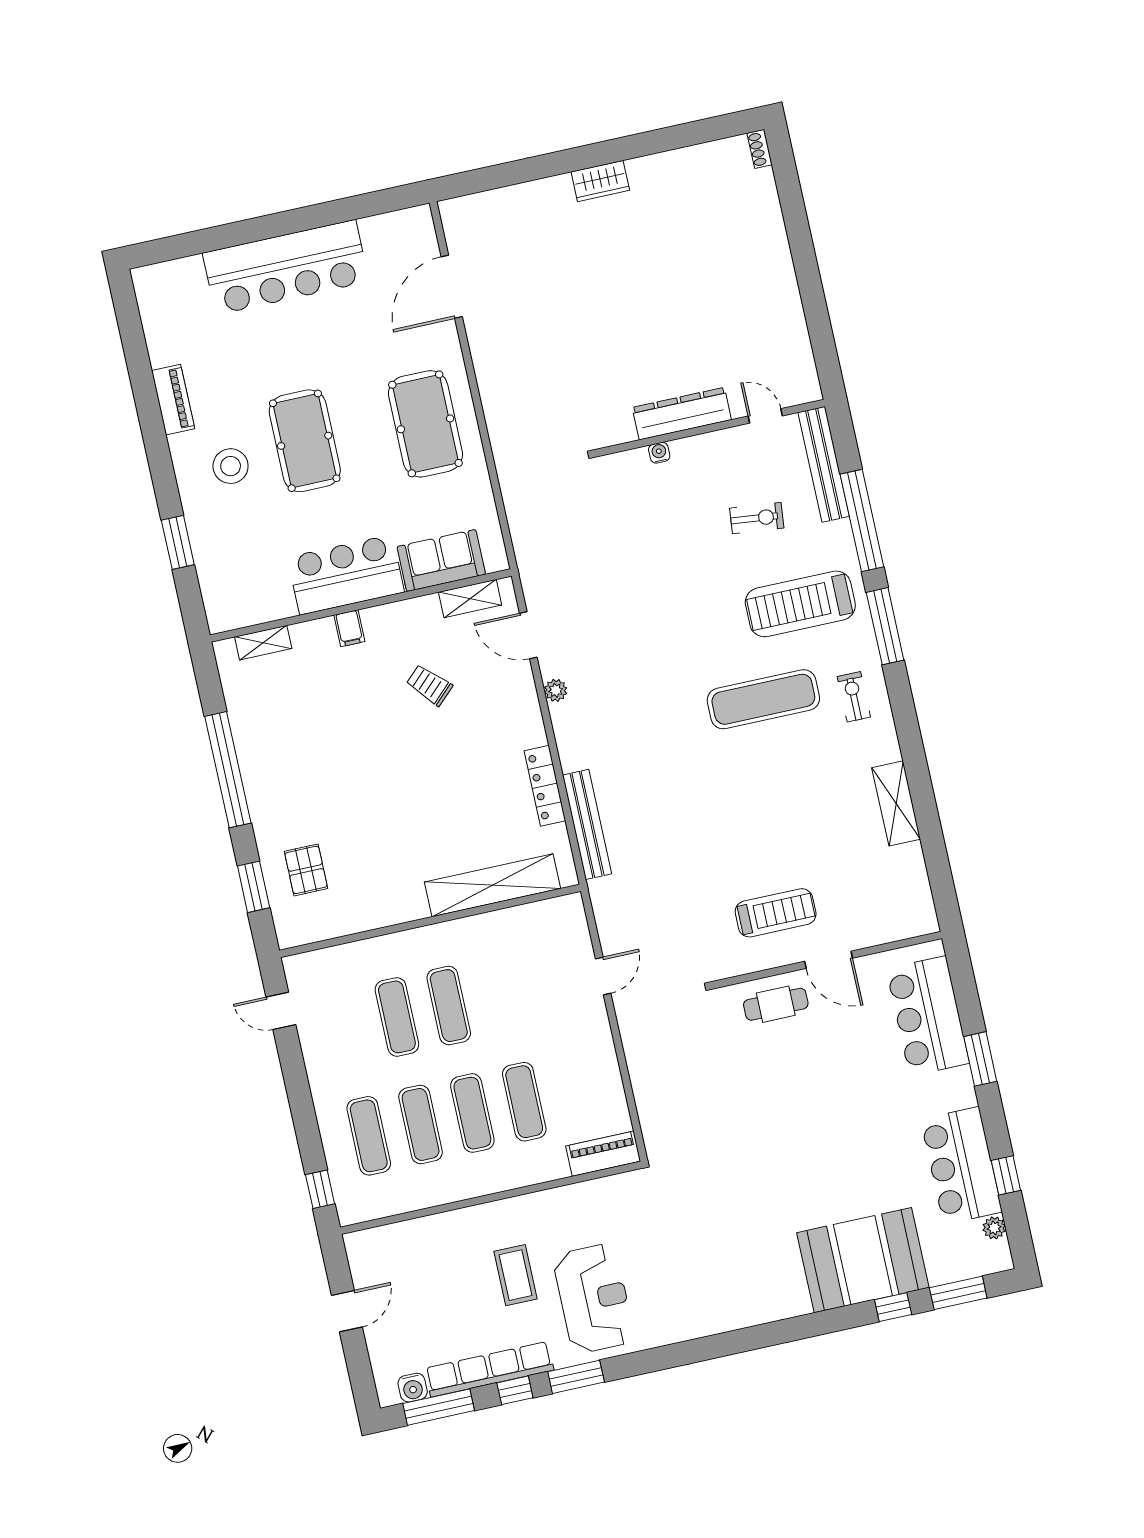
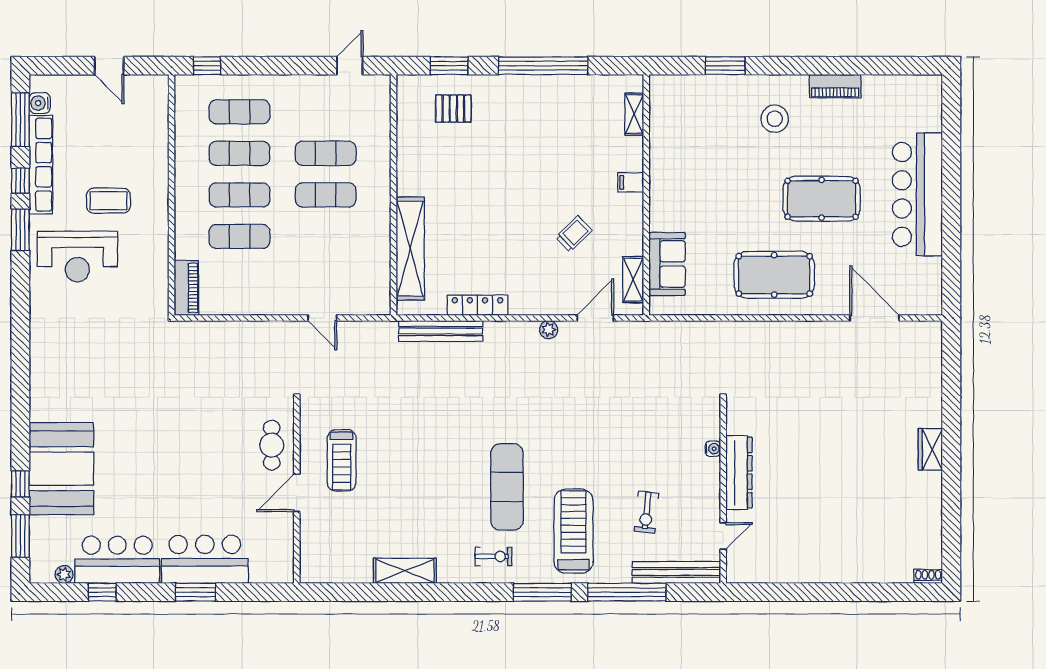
pool table: (305, 441) -> (822, 199), moved
bar counter: (346, 575) -> (672, 189), removed
bar counter: (928, 1016) -> (205, 559), moved

